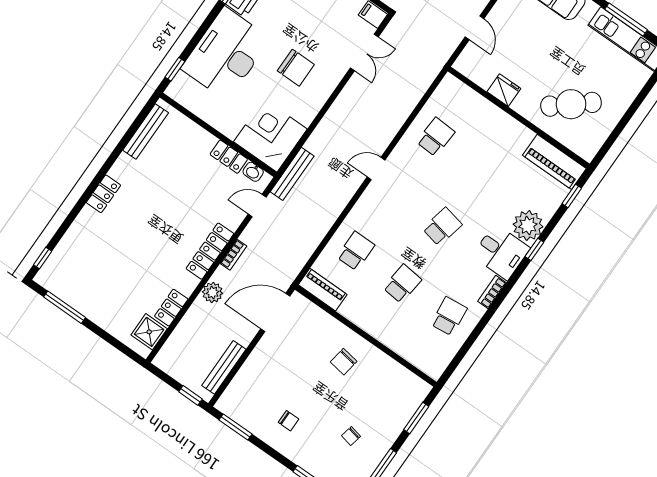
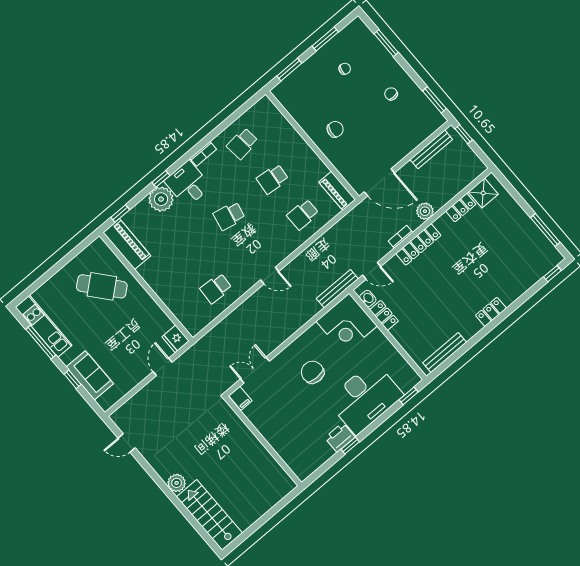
fridge: (504, 90) -> (176, 339), moved

